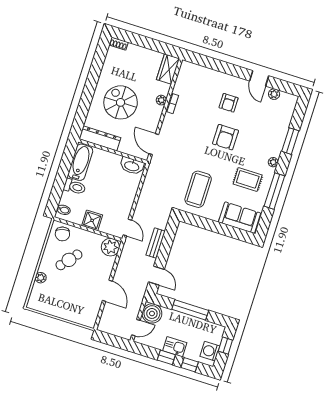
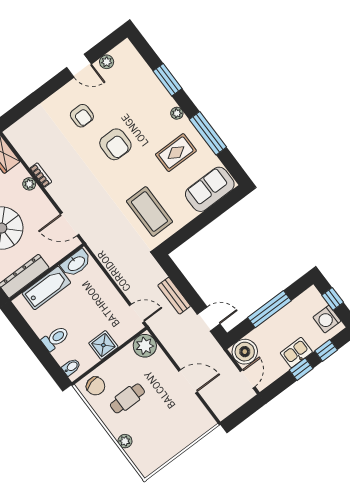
bathtub: (80, 162) -> (46, 288), moved, turned 90
cafe table: (69, 260) -> (127, 398), turned 50

